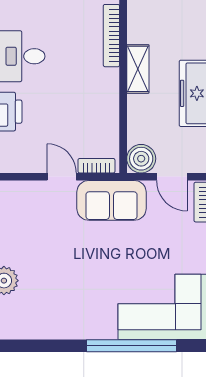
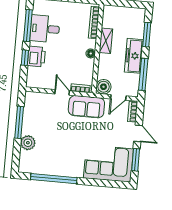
floor lamp: (110, 96) -> (91, 53), added
door: (172, 177) -> (118, 97), hinge flipped
window: (132, 346) -> (54, 179), moved

